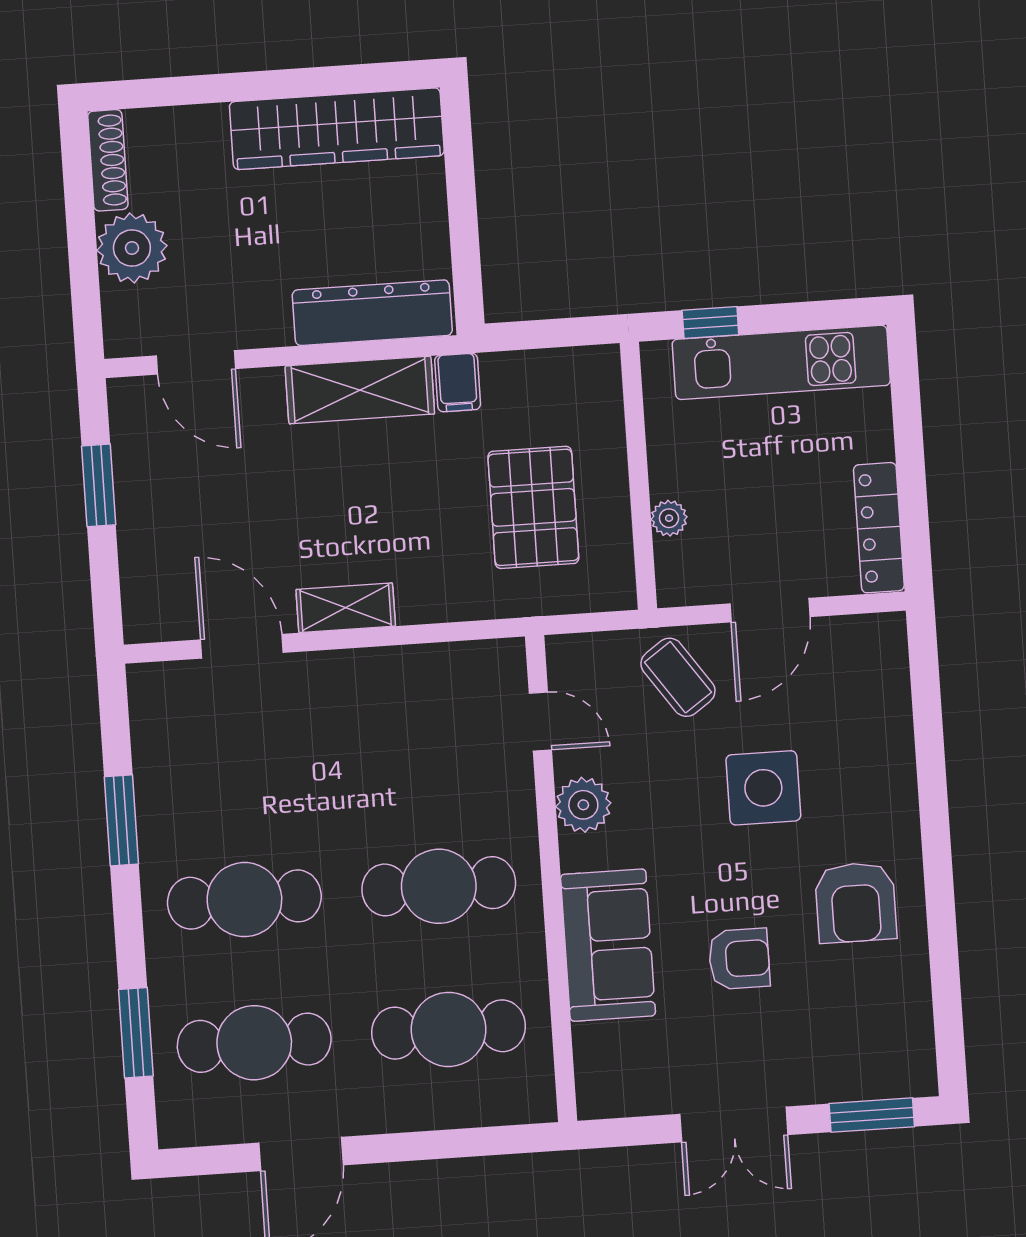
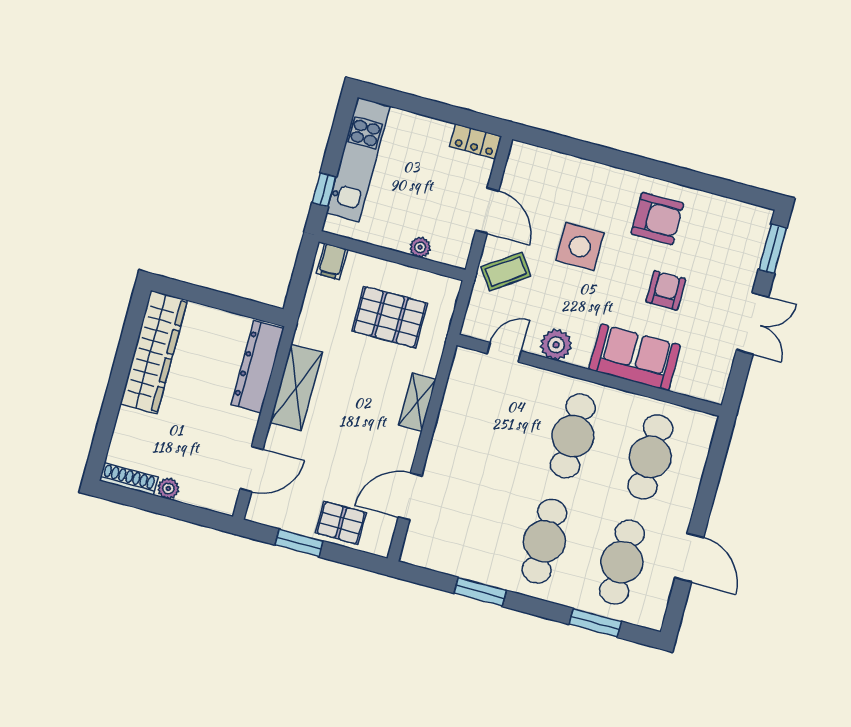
plant: (132, 248) -> (168, 489), width x0.53, depth x0.53
filing cabinet: (458, 382) -> (332, 261), moved, turned 90
locker: (879, 528) -> (475, 141), width x0.66
pallet: (157, 544) -> (341, 523), added
shelving: (346, 608) -> (417, 402), moved

